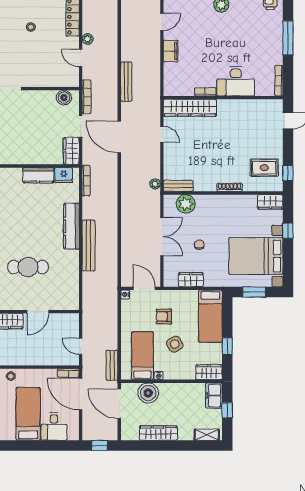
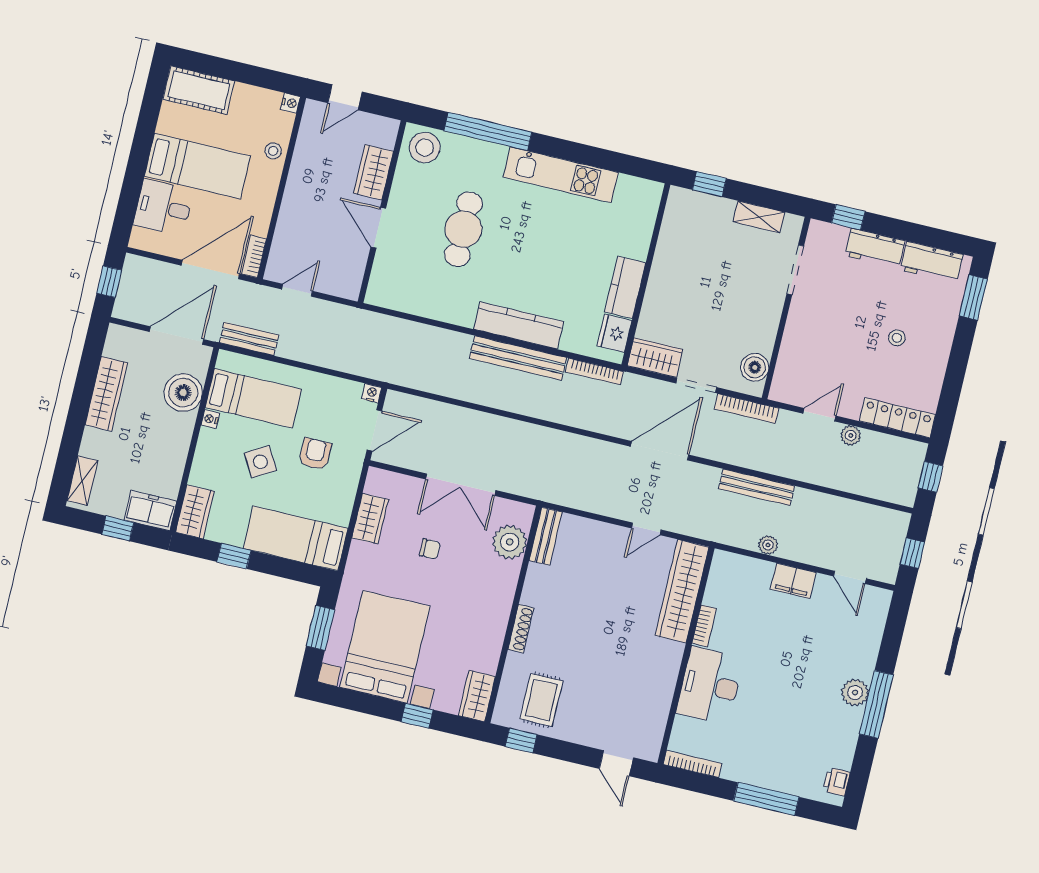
plant: (155, 184) -> (768, 545), moved
bench: (88, 246) -> (518, 358), moved

